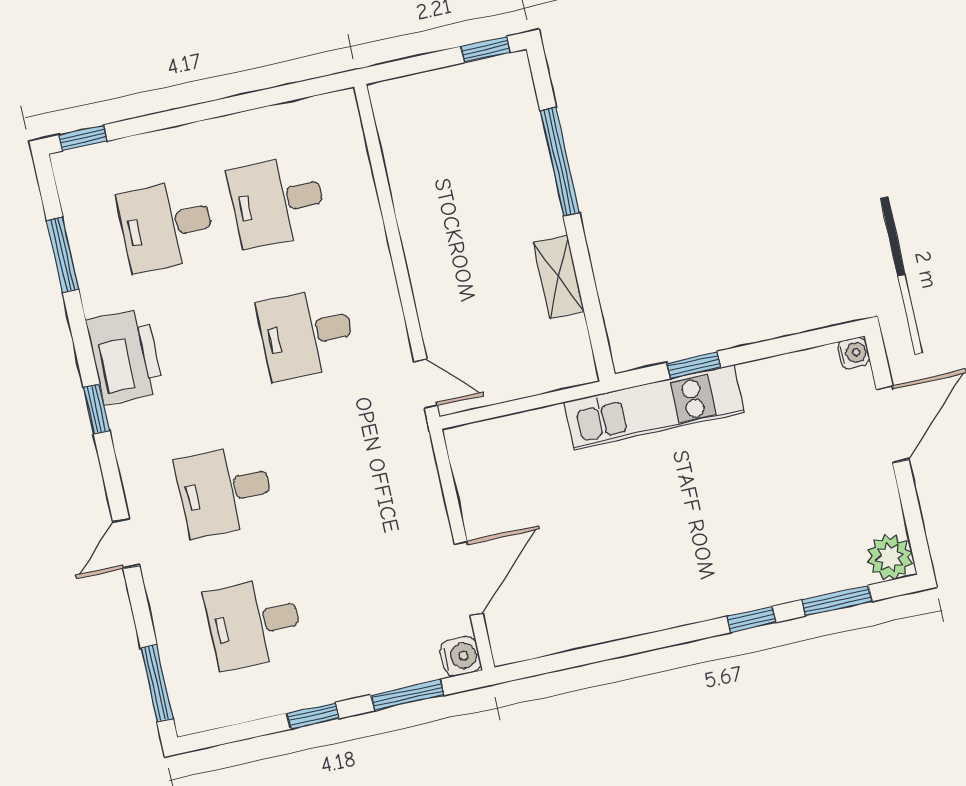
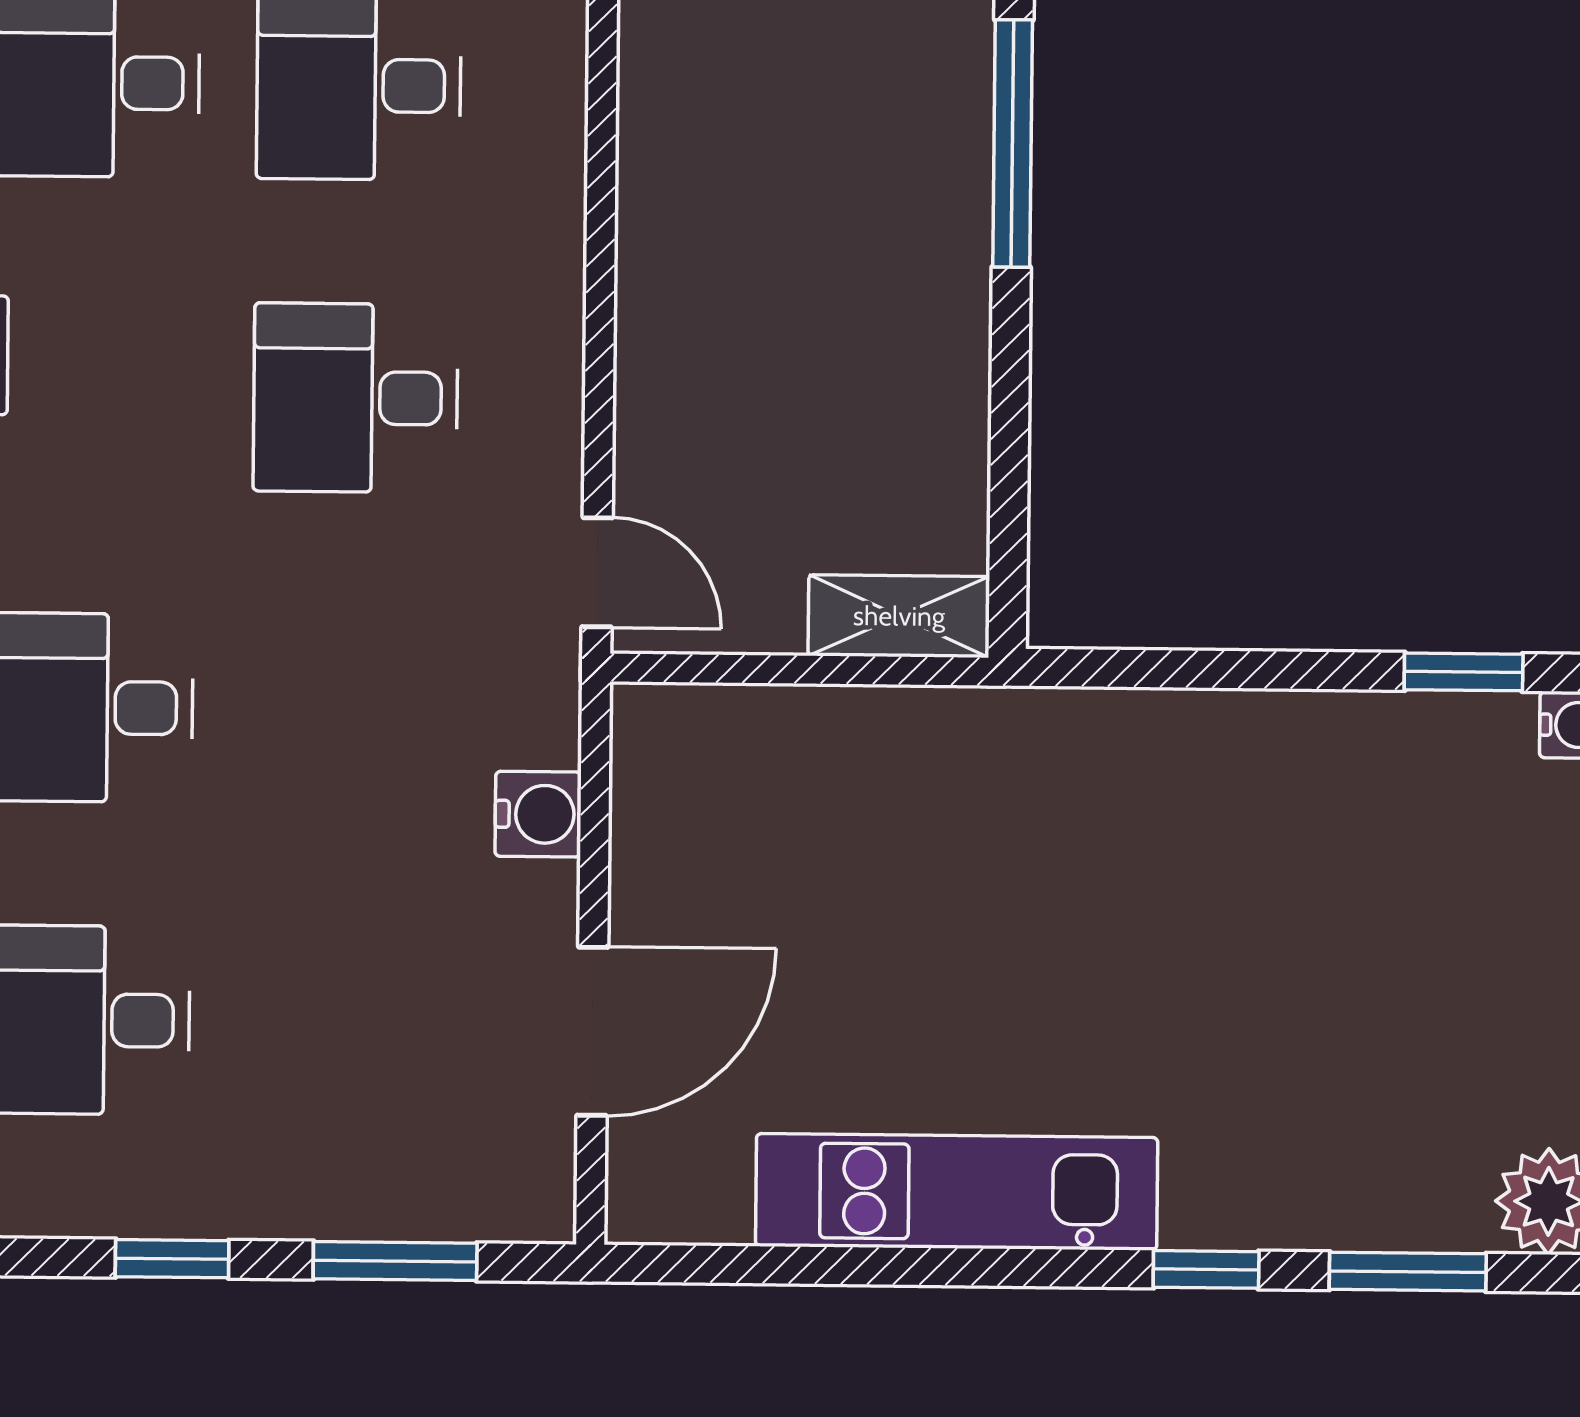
shelving: (559, 277) -> (899, 616), moved, turned 90
window: (694, 365) -> (1464, 672), moved
kitchen unit: (654, 407) -> (957, 1192), moved, turned 180
water cooler: (460, 656) -> (538, 814), moved

